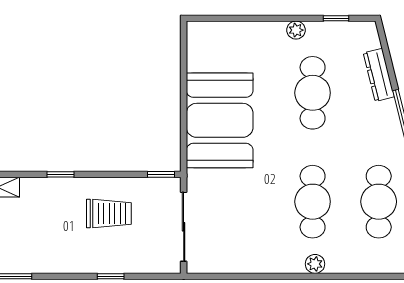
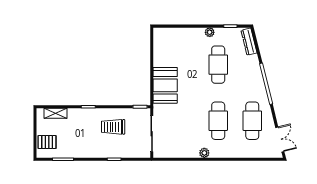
dresser: (379, 75) -> (249, 42), moved
booth: (220, 120) -> (165, 85), width x0.73, depth x0.70
trolley: (109, 214) -> (113, 127), turned 180
plant: (315, 264) -> (204, 153), moved

